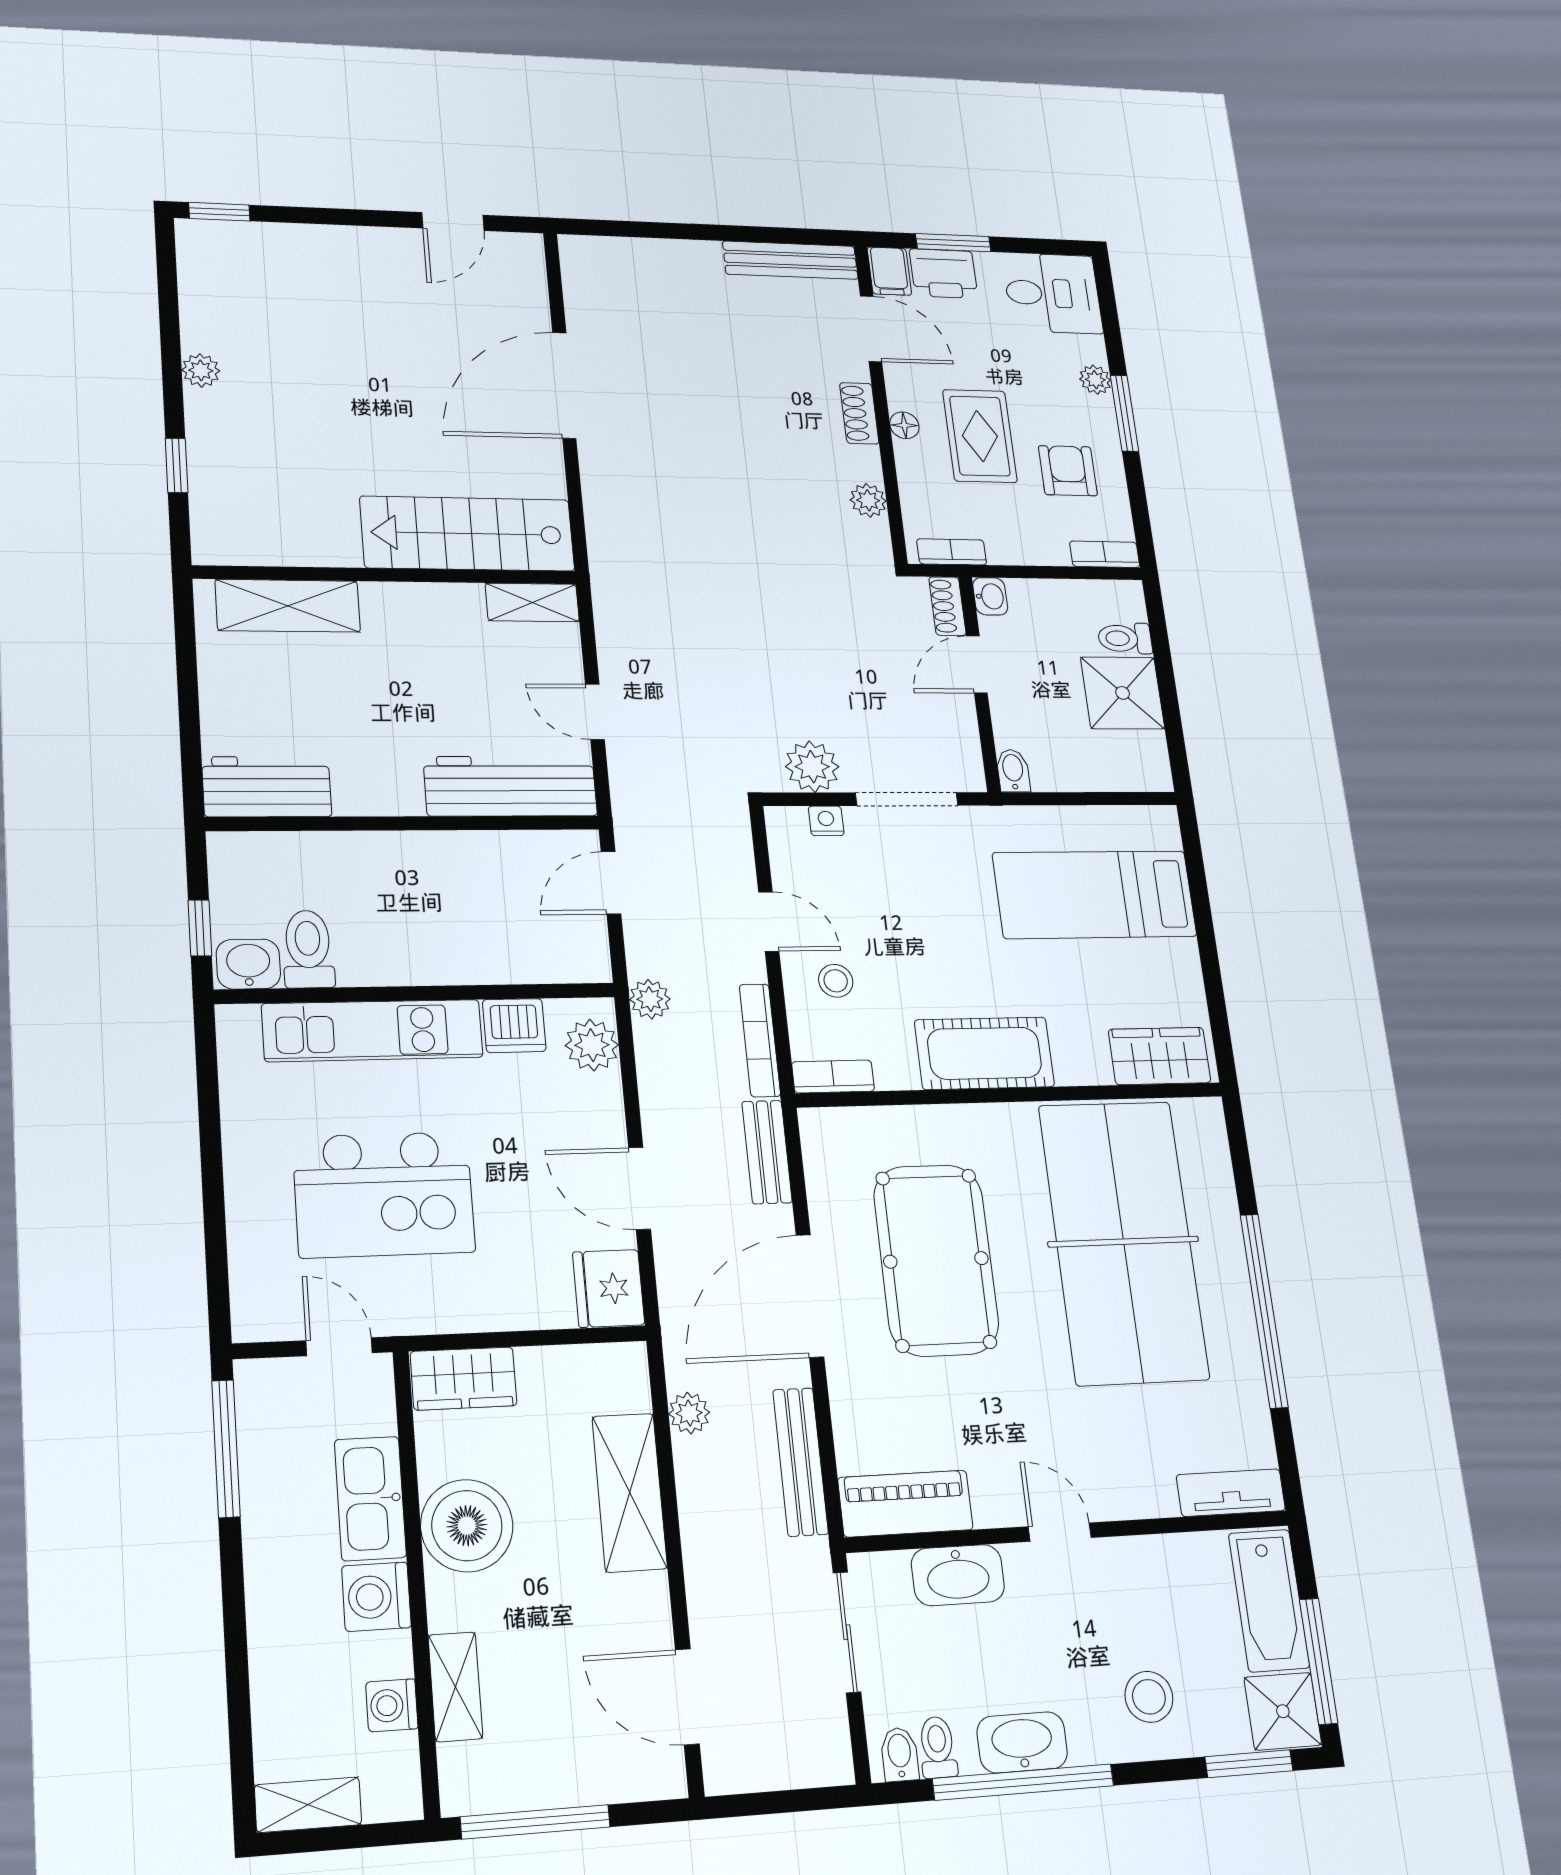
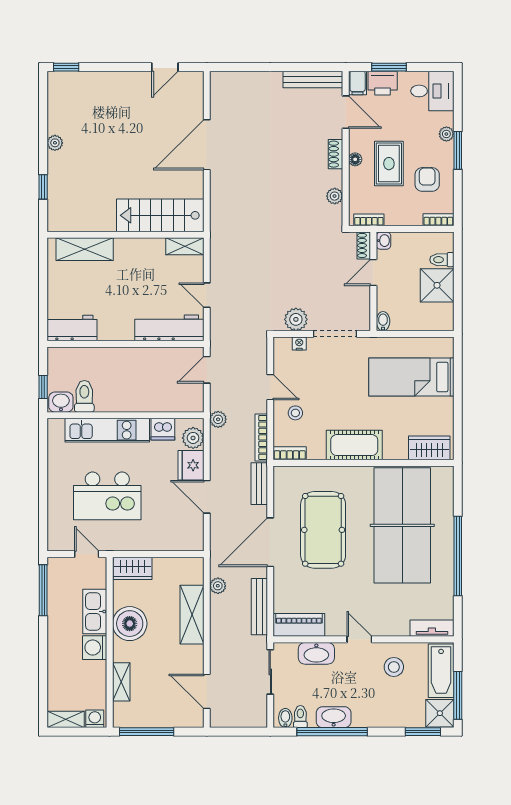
fridge: (609, 1288) -> (191, 465), moved
stool: (1149, 1697) -> (394, 667), moved
washing machine: (392, 1705) -> (95, 719), moved, turned 90

